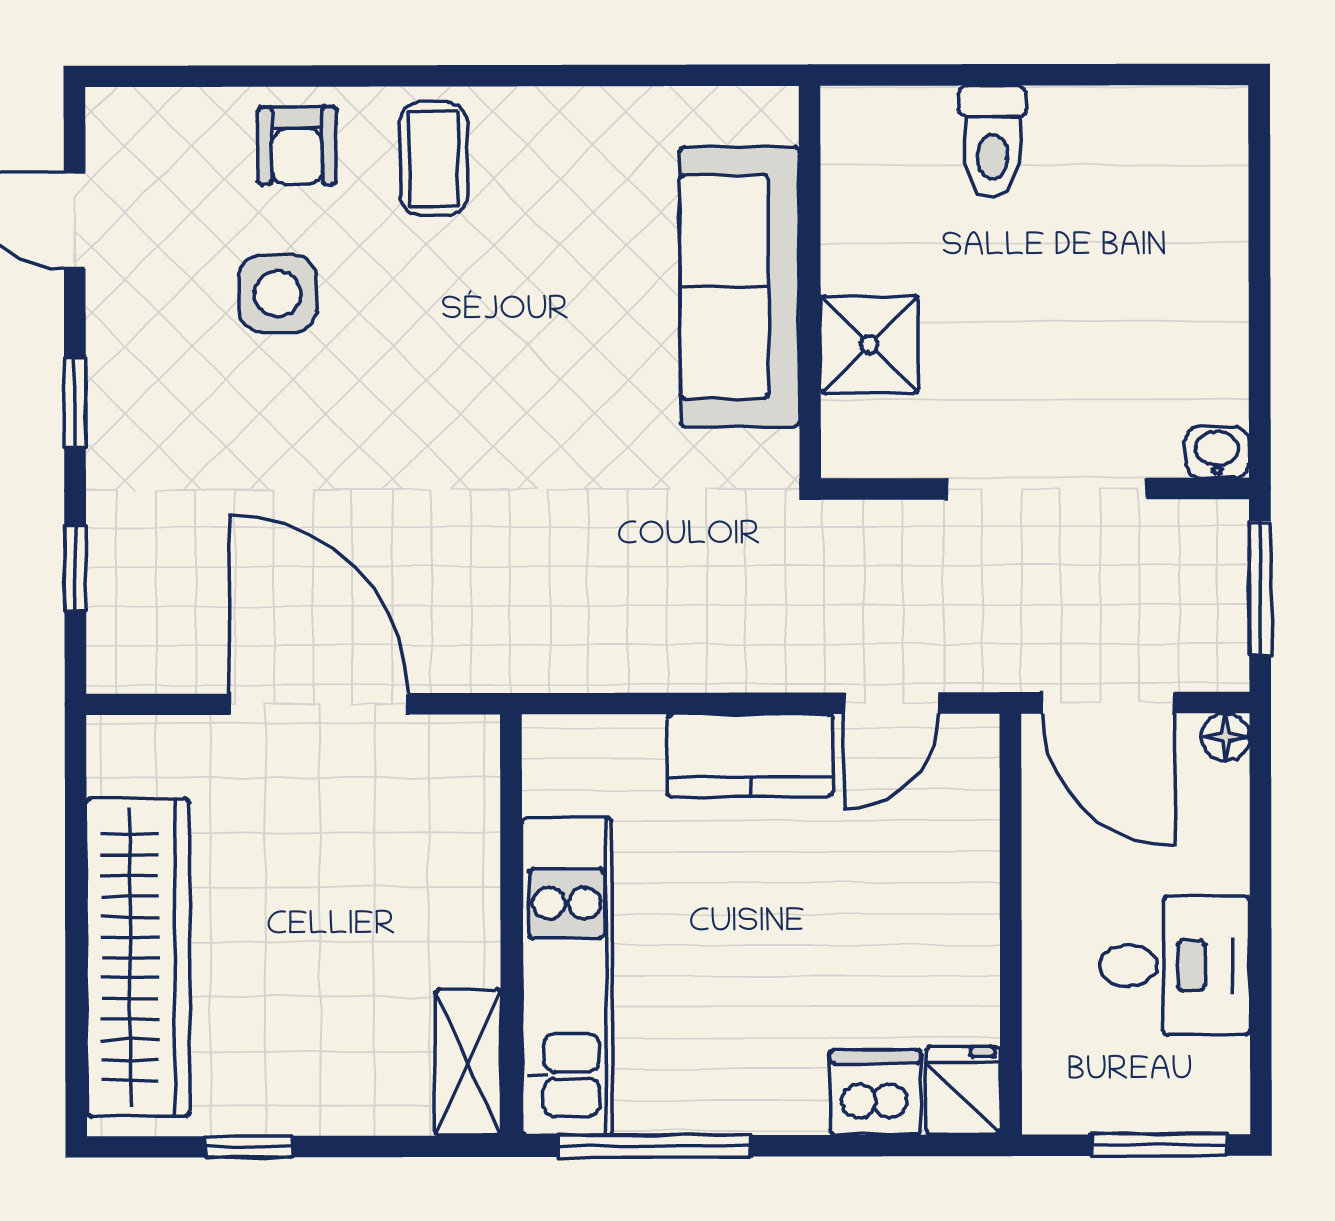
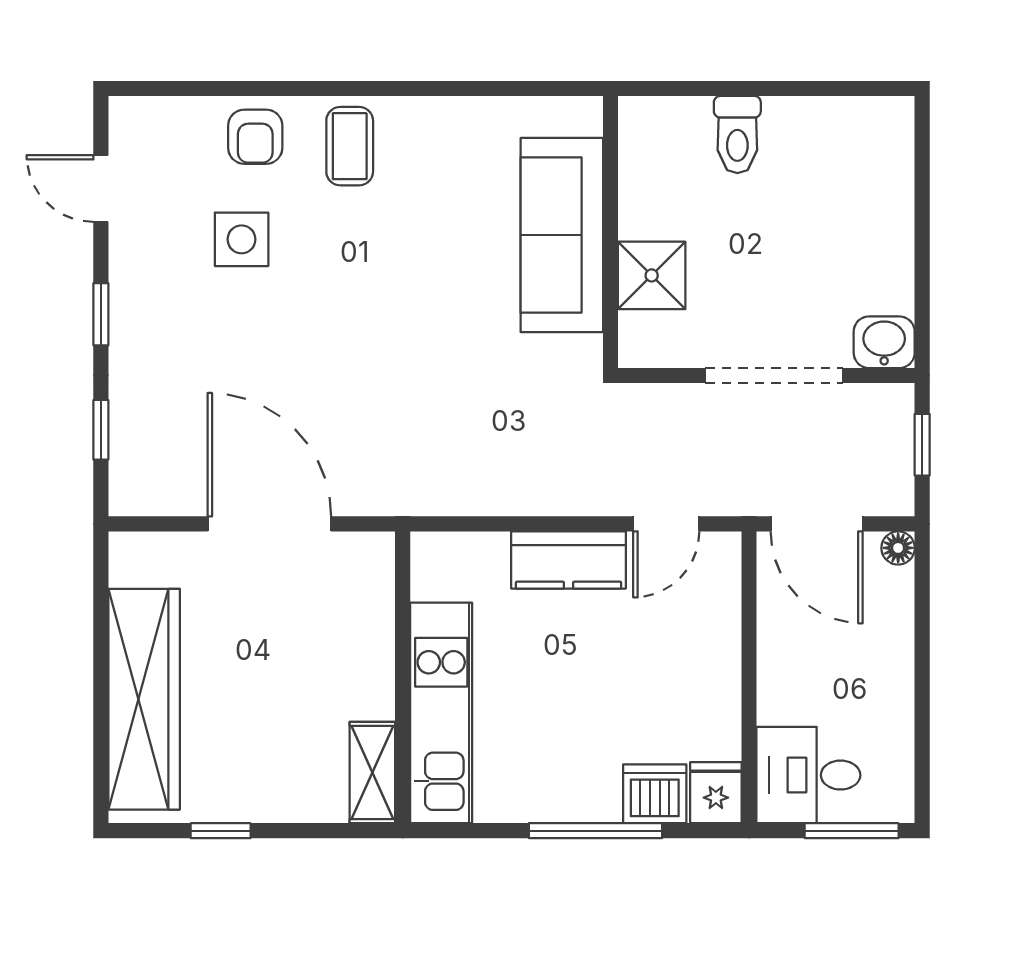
washbasin: (1217, 452) -> (884, 342), width x1.38, depth x1.45
window: (1260, 588) -> (922, 445), width x0.67
desk: (1175, 966) -> (808, 775), moved, turned 180
window: (654, 1146) -> (595, 831), moved

